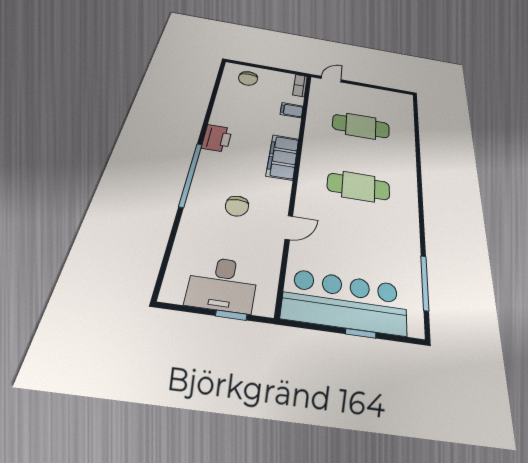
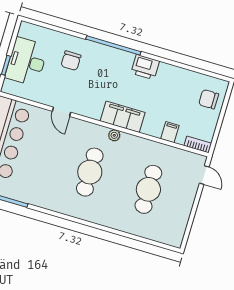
plant: (307, 164) -> (114, 135), added
chair: (237, 206) -> (71, 61), moved, turned -90

